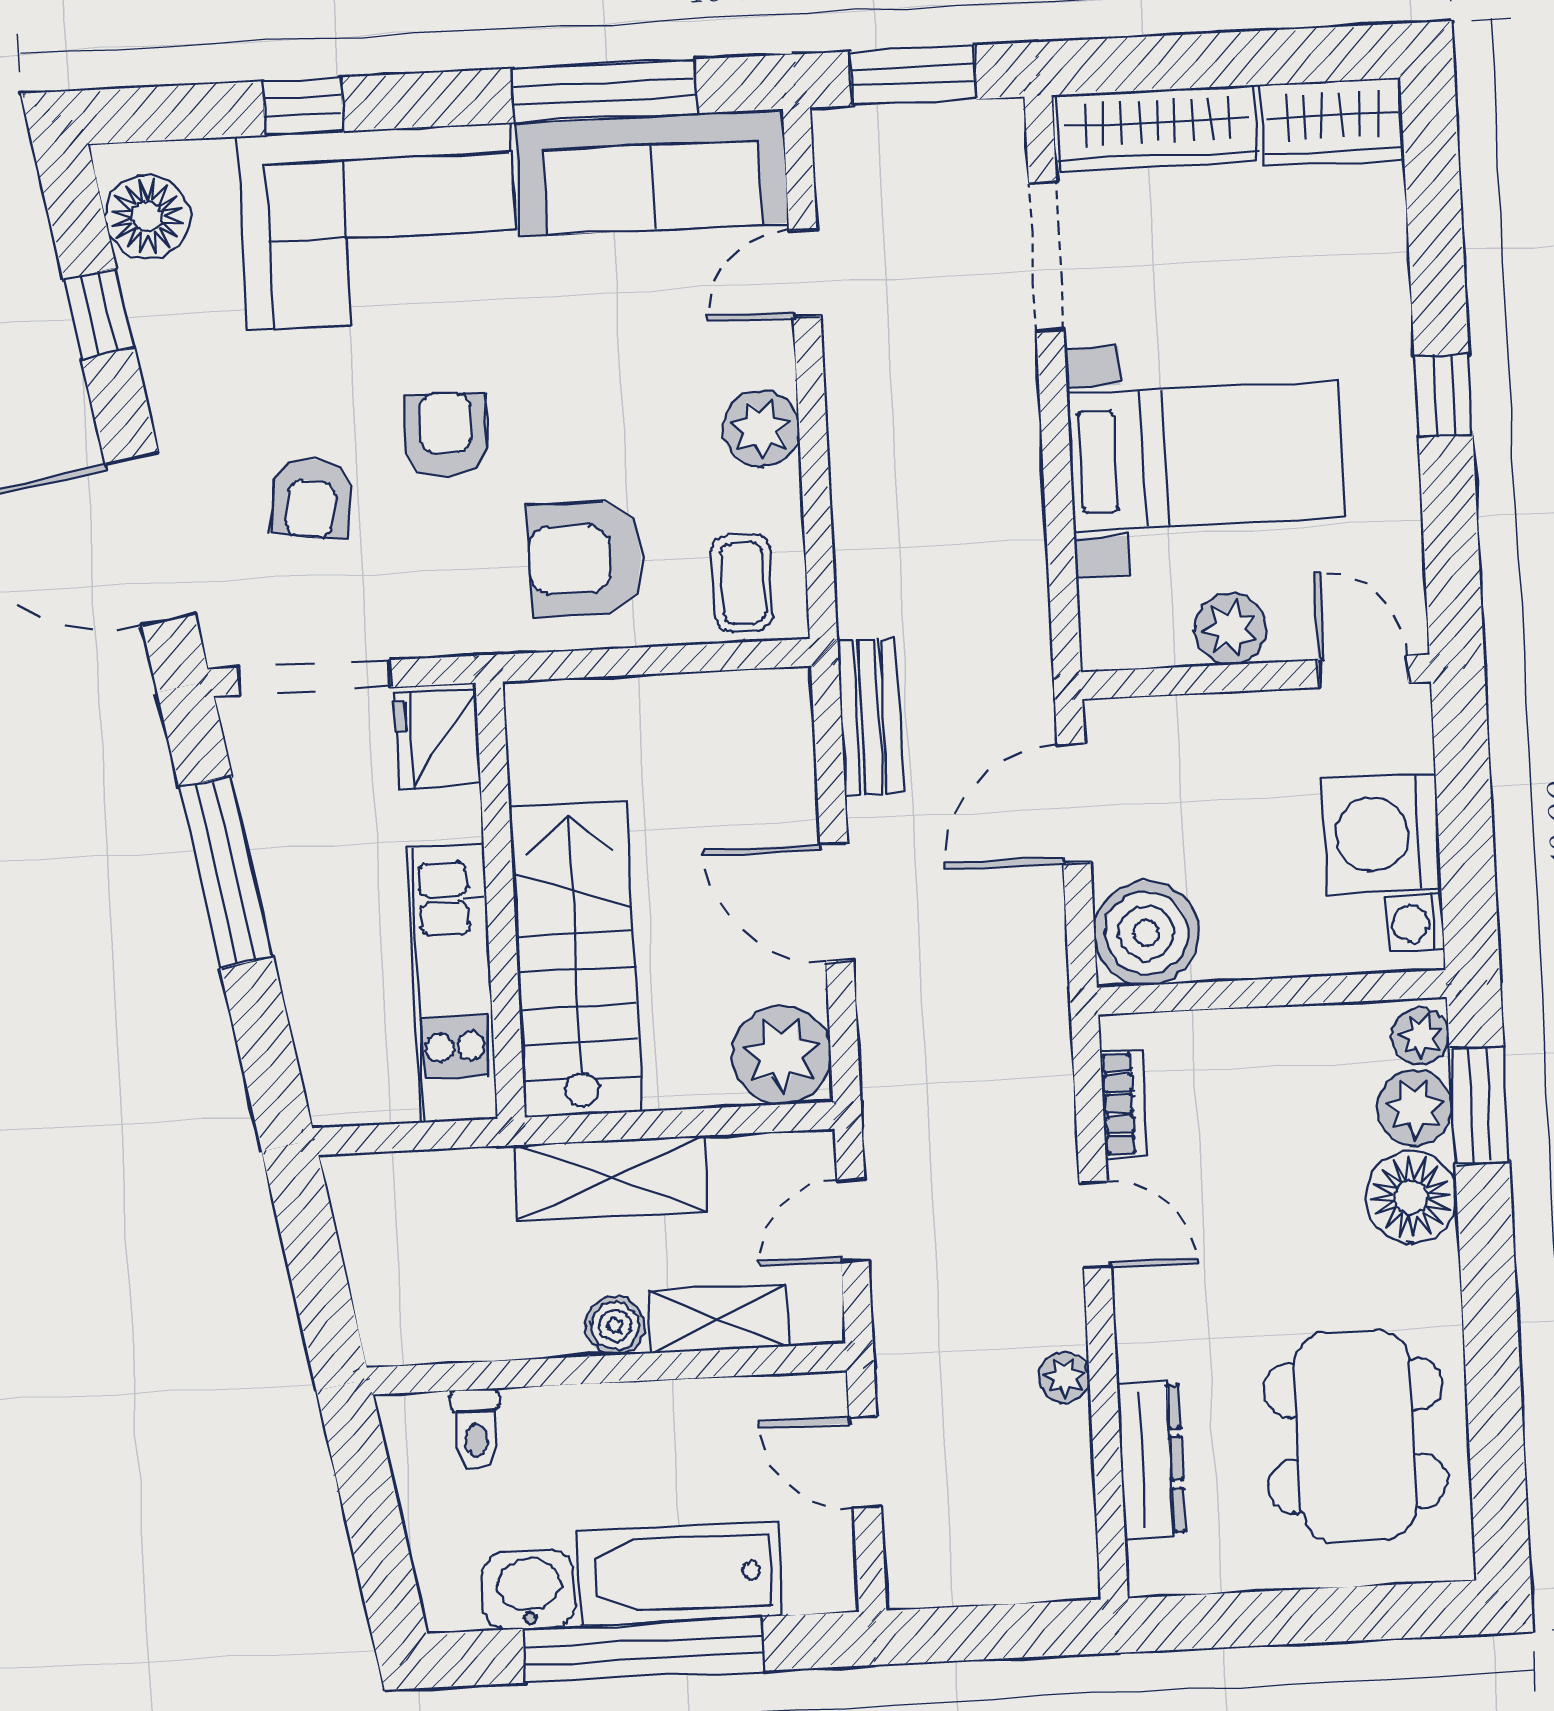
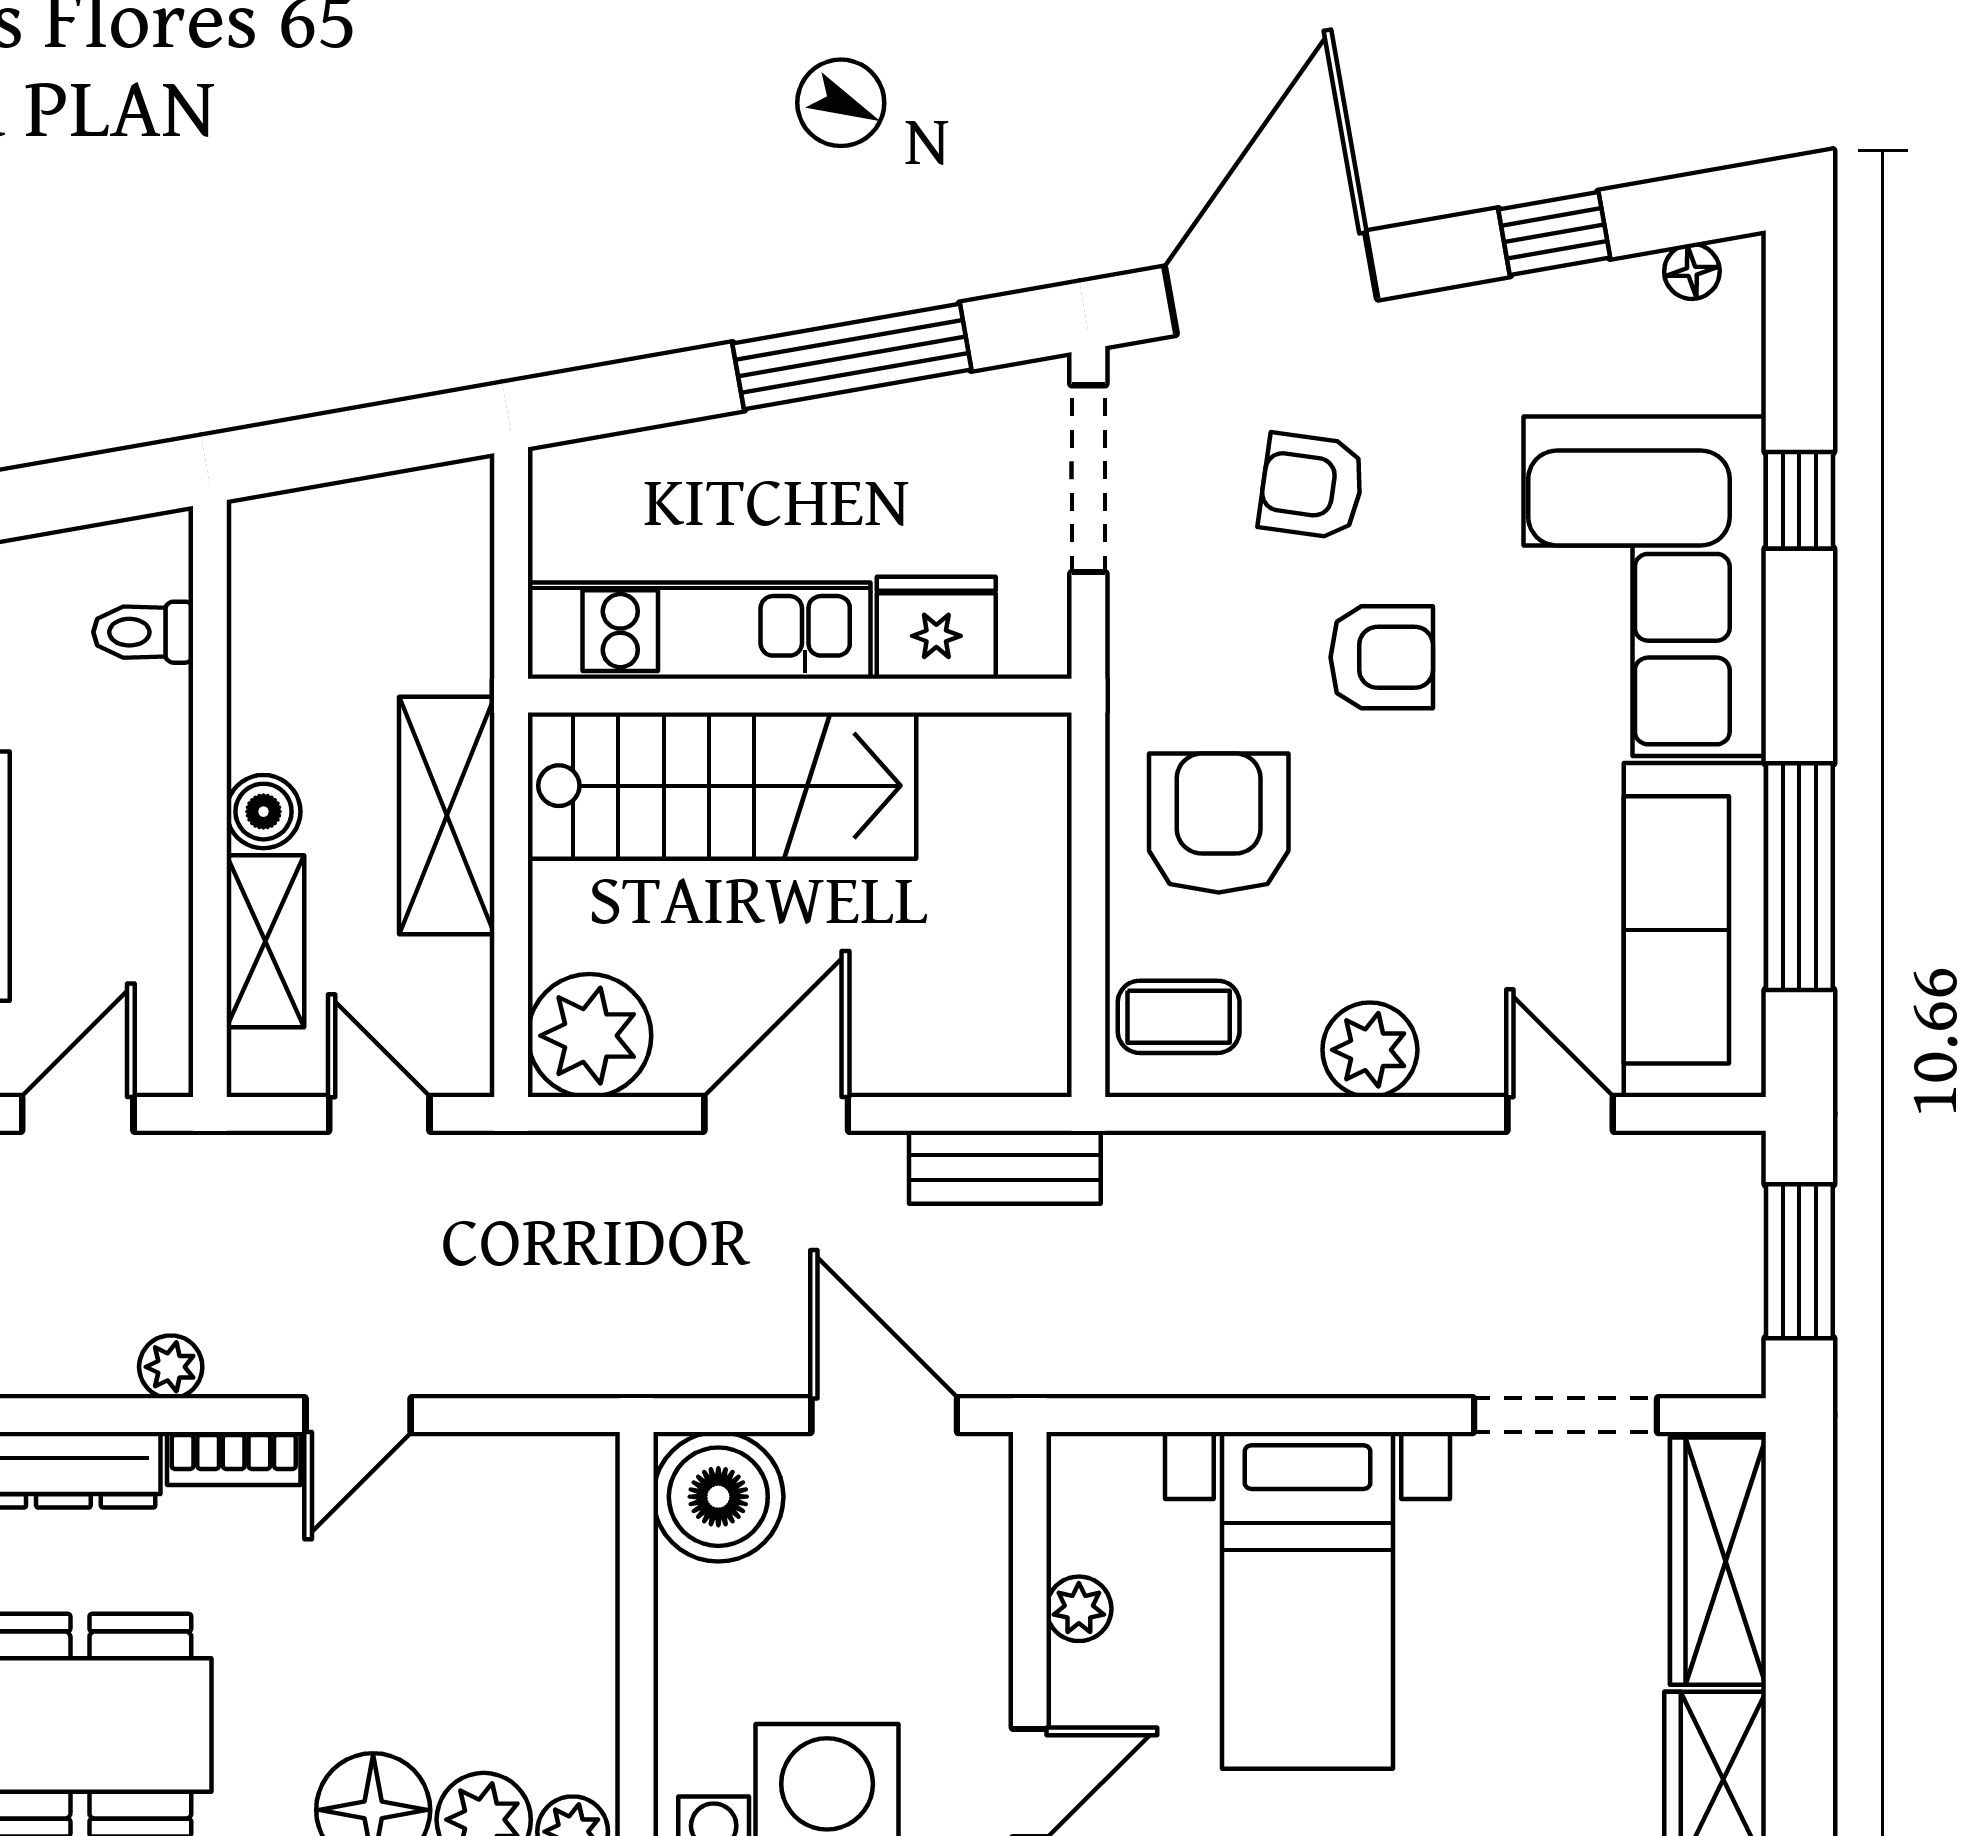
floor lamp: (147, 217) -> (1692, 271), width x0.53, depth x0.53
plant: (1231, 629) -> (1079, 1609), width x0.73, depth x0.73
fridge: (437, 739) -> (936, 628), moved
bookcase: (1124, 1104) -> (234, 1458), moved

